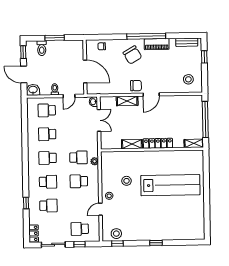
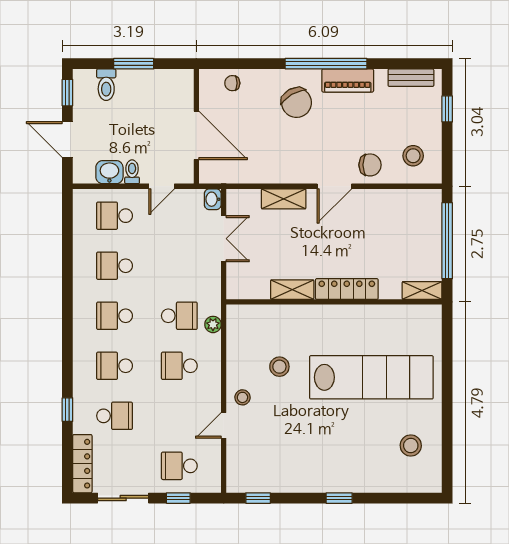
chair: (136, 86) -> (370, 165), moved
washbasin: (33, 90) -> (109, 172), moved
school desk: (48, 182) -> (115, 366), turned 180
locker: (34, 233) -> (82, 464), width x1.53
stool: (116, 234) -> (411, 445), moved

